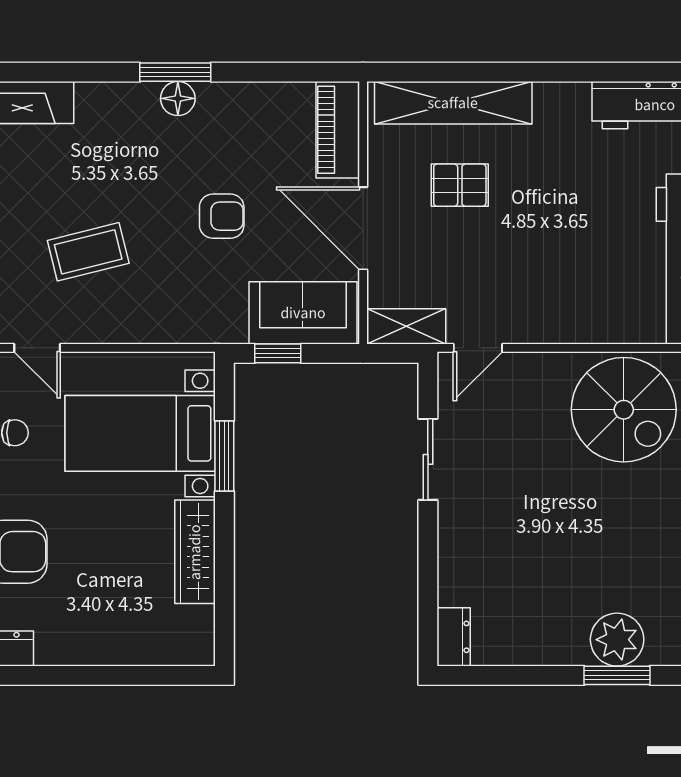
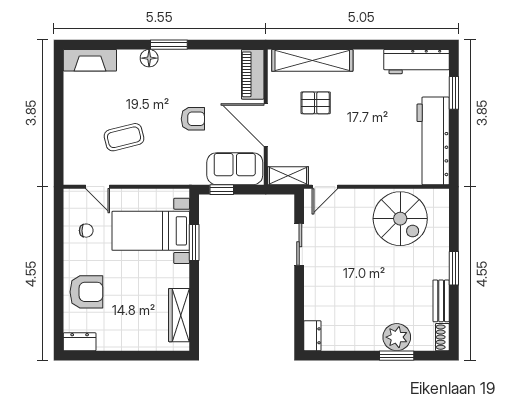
floor lamp: (178, 98) -> (149, 58), moved
wardrobe: (195, 552) -> (179, 315), moved

